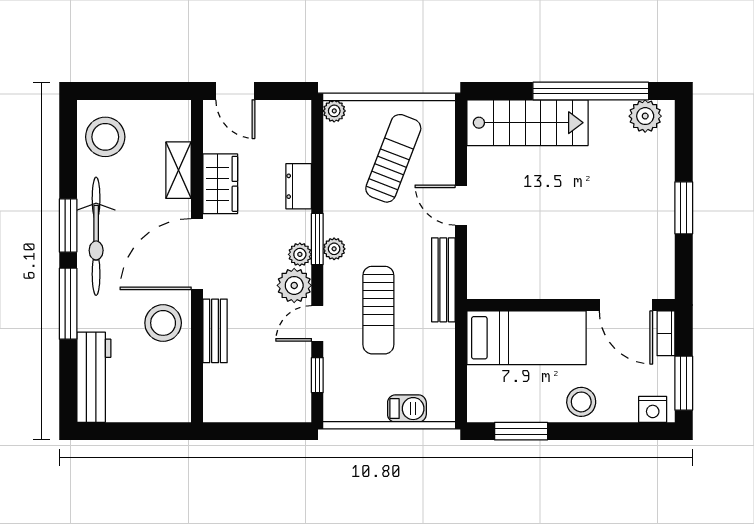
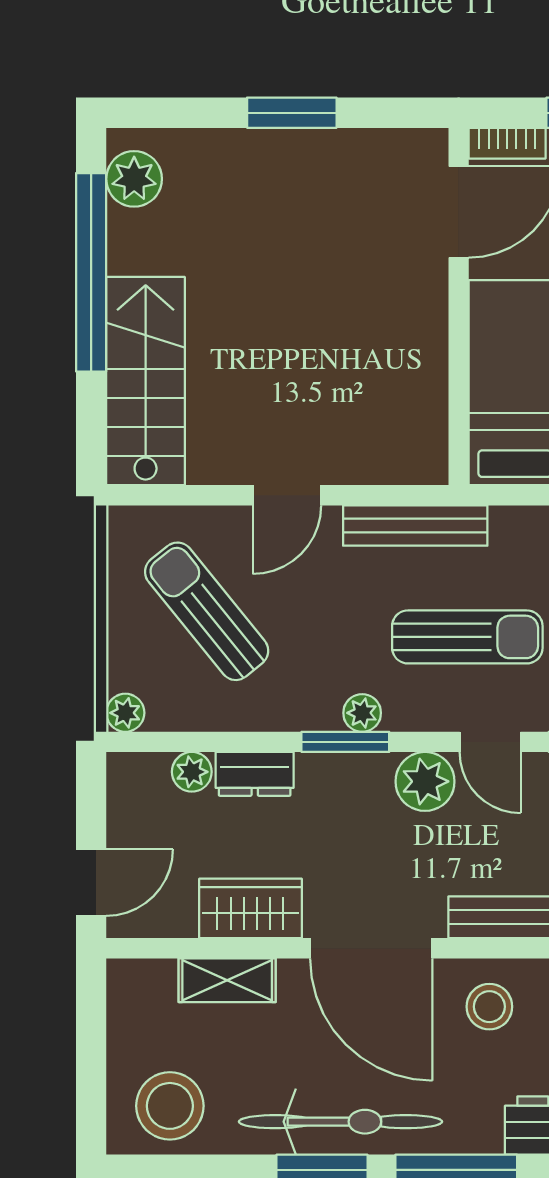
sun lounger: (393, 158) -> (207, 611), turned 30
plant: (300, 254) -> (192, 772), moved
stool: (163, 323) -> (489, 1007), width x0.73, depth x0.73

